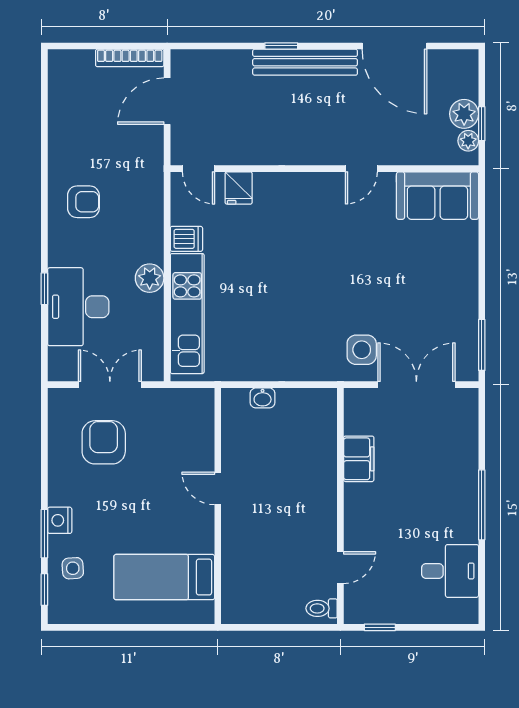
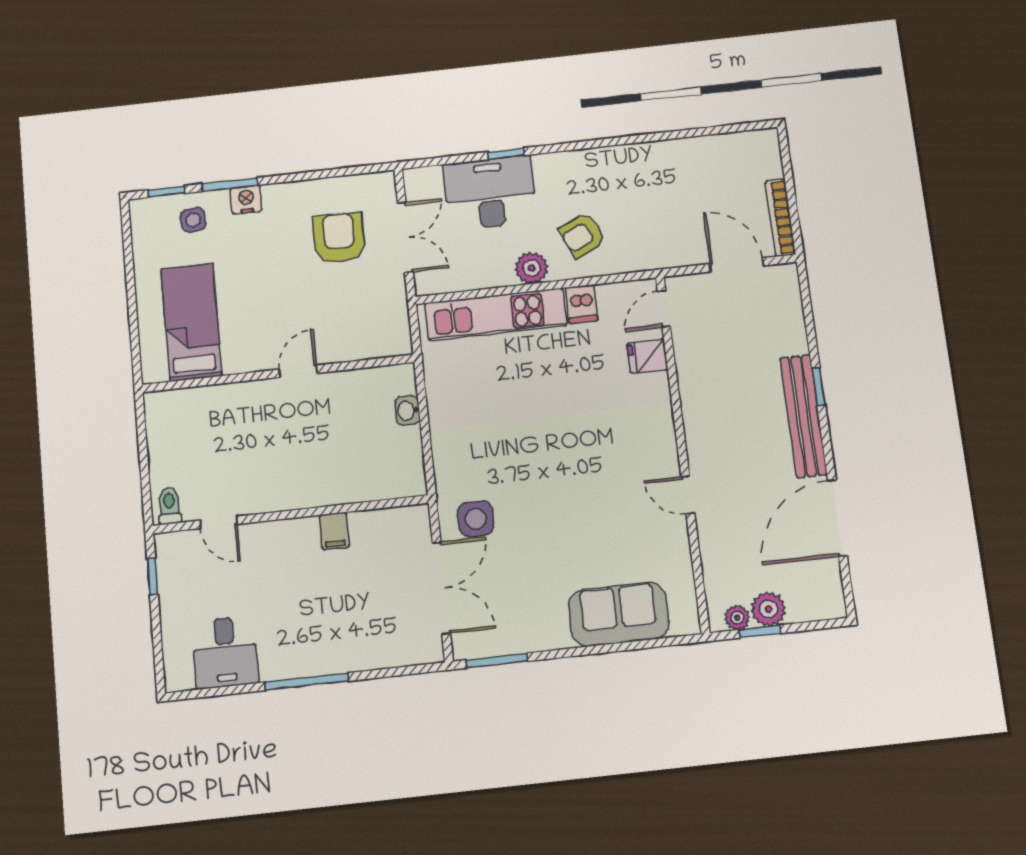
sofa: (437, 196) -> (619, 614), moved, turned 90
armchair: (83, 202) -> (582, 235), moved, turned 66
armchair: (104, 442) -> (339, 238), turned -90
filing cabinet: (359, 459) -> (334, 531), width x0.50

